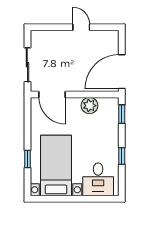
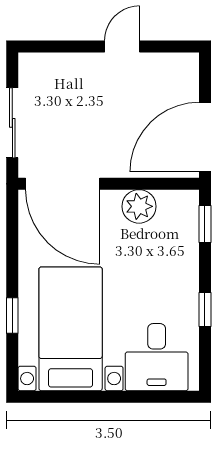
door: (81, 27) -> (122, 46), hinge flipped
door: (52, 94) -> (63, 184), width x1.36

